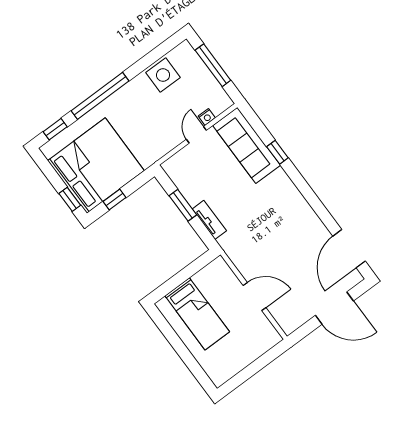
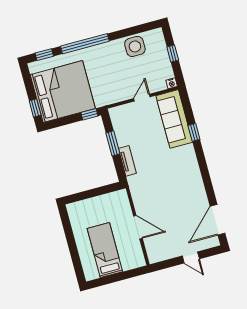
window: (213, 65) -> (173, 53), width x0.46
nightstand: (207, 117) -> (172, 83), moved
window: (115, 199) -> (89, 114), moved
door: (334, 308) -> (191, 257), width x0.53
bed: (197, 314) -> (105, 250), moved, turned 180

